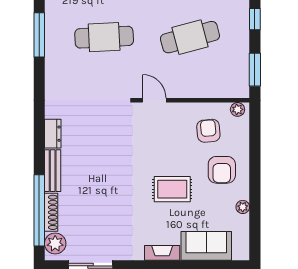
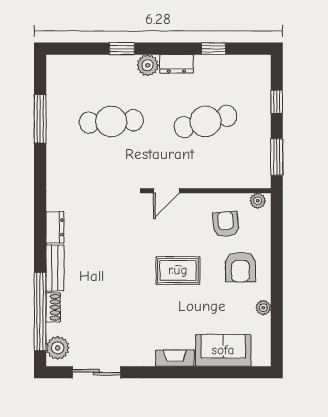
door: (154, 100) -> (166, 191), swing flipped
rug: (172, 189) -> (178, 270), moved
shoe rack: (51, 212) -> (53, 307), width x0.70

